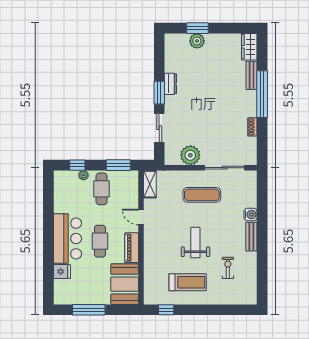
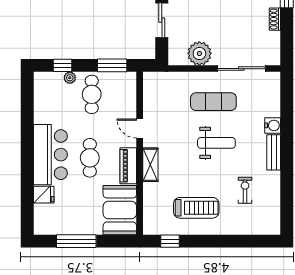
shelving: (150, 184) -> (150, 165), moved
weight bench: (195, 242) -> (216, 143), moved, turned 90

